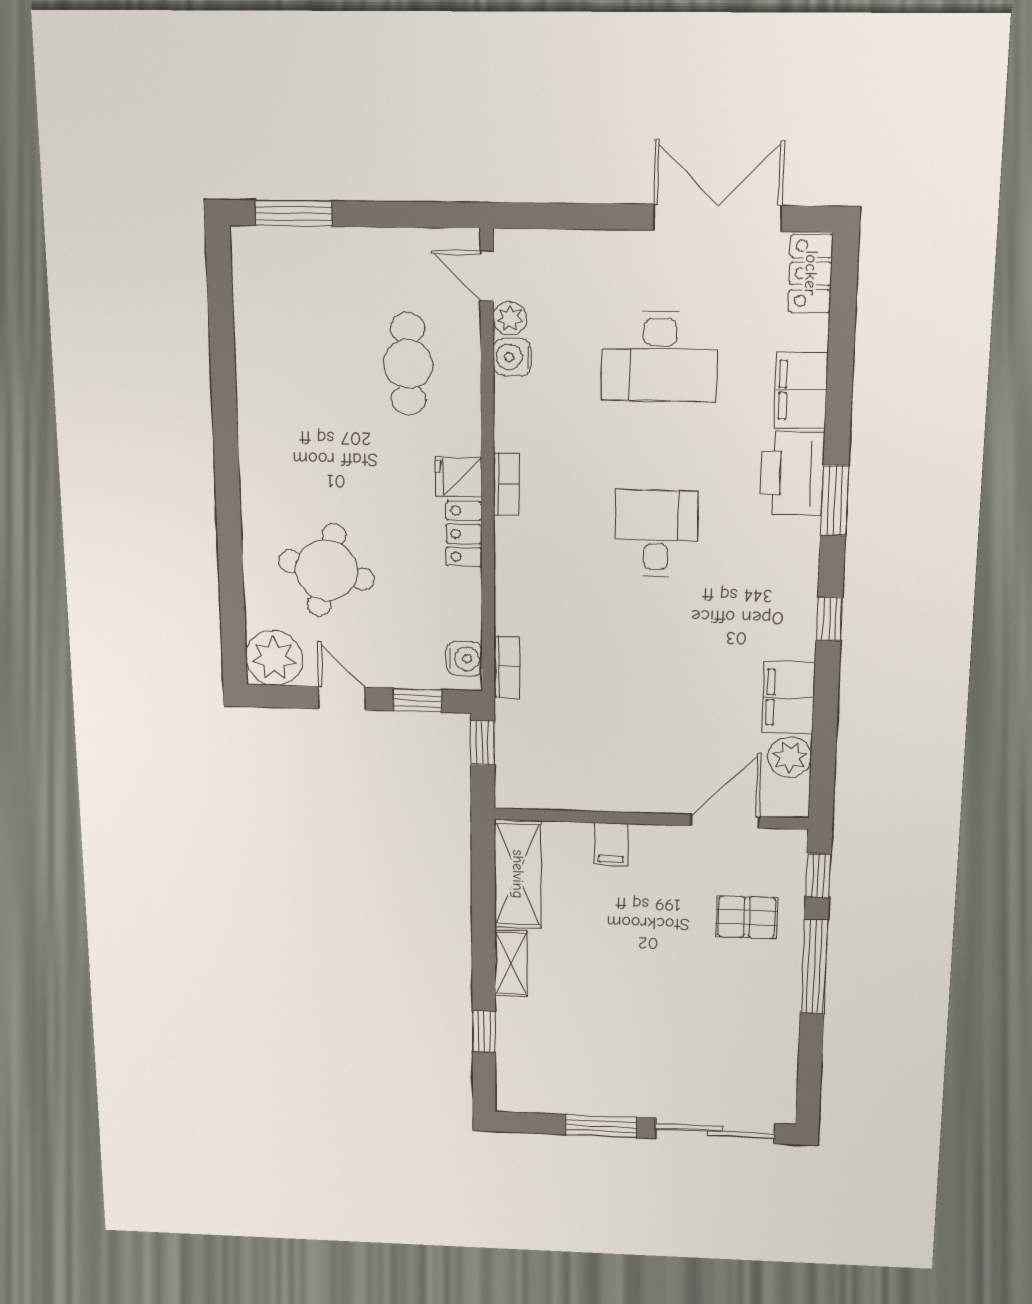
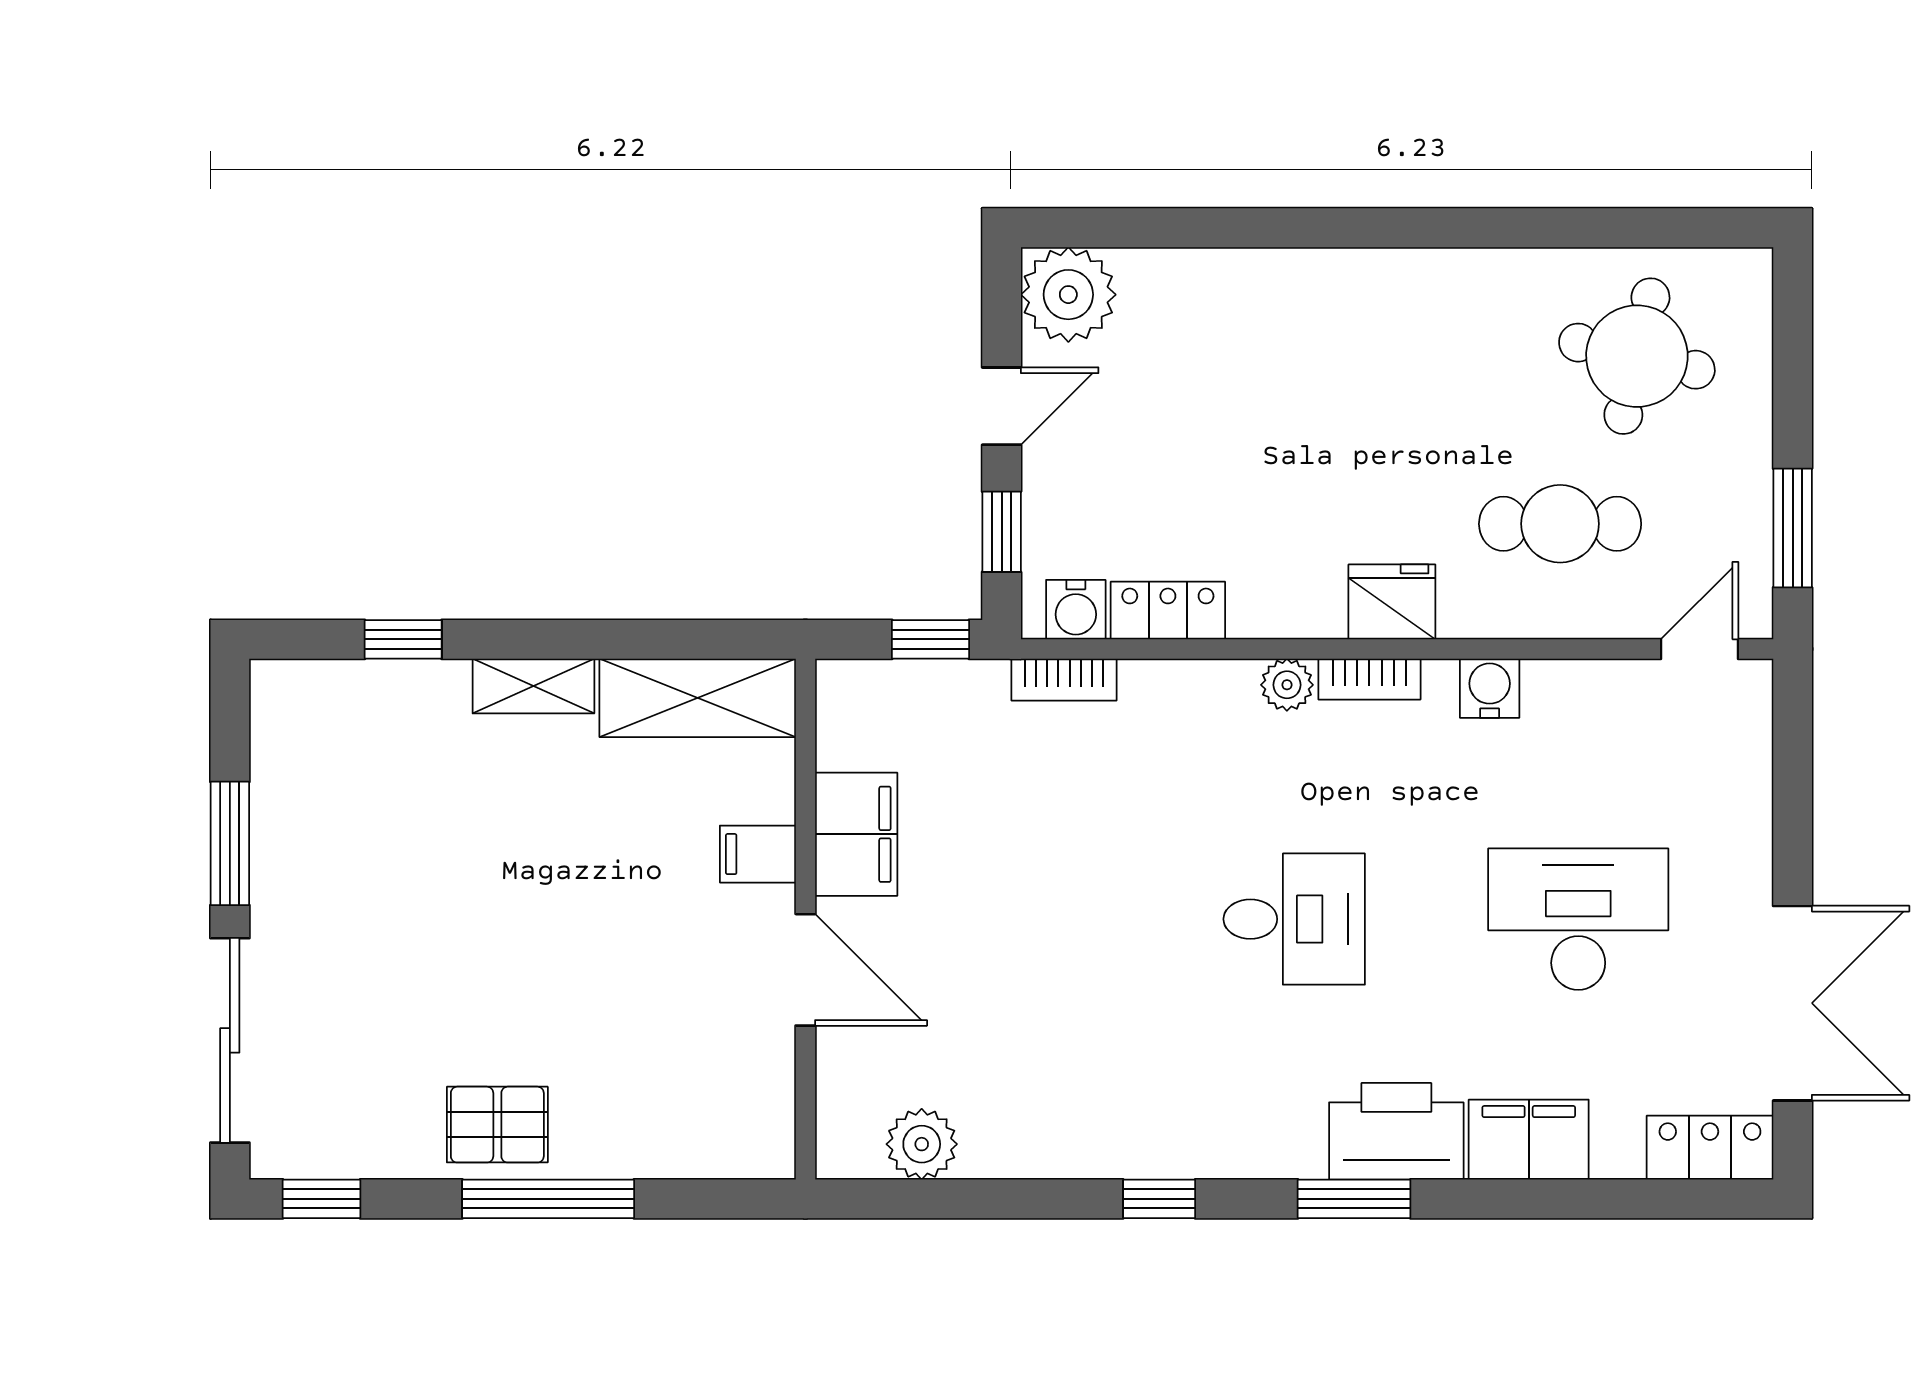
window: (294, 213) -> (1793, 528), moved
plant: (510, 318) -> (1287, 685), moved
desk: (660, 356) -> (1578, 919), turned 90
water cooler: (512, 357) -> (1490, 688), moved
fridge: (458, 477) -> (1392, 602), width x1.38
locker: (464, 534) -> (1168, 610), moved
round table: (327, 570) -> (1637, 356), moved
filing cabinet: (788, 698) -> (856, 834), moved, turned 90
door: (725, 821) -> (805, 970), moved
window: (818, 875) -> (322, 1199), moved
pallet: (747, 917) -> (497, 1125), moved, turned 90

